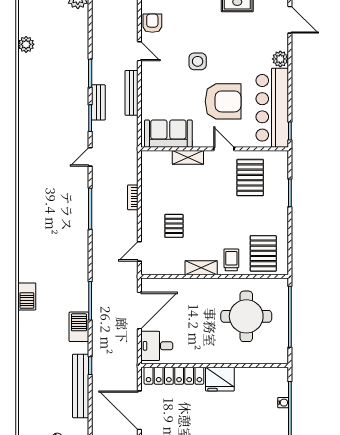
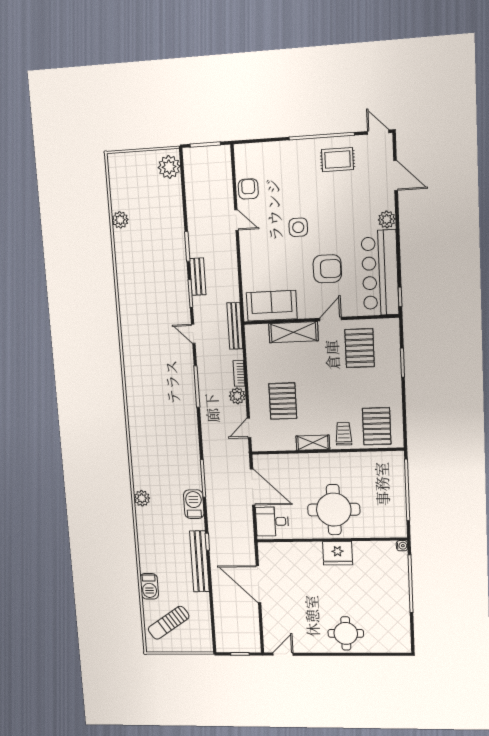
bench: (131, 93) -> (235, 326), moved
armchair: (223, 101) -> (327, 269), width x0.73, depth x0.73
door: (224, 149) -> (331, 319), hinge flipped
door: (90, 157) -> (193, 334), hinge flipped
shelving: (188, 157) -> (293, 332), width x1.50, depth x1.33
plant: (130, 219) -> (237, 396), added
pallet: (174, 226) -> (283, 401), width x1.50, depth x1.42
barbecue: (27, 296) -> (149, 586), moved
door: (139, 311) -> (253, 487), hinge flipped
round table: (246, 316) -> (334, 510), moved
plant: (26, 320) -> (142, 498), added
locker: (174, 376) -> (291, 550), removed
water cooler: (283, 403) -> (402, 546), moved

